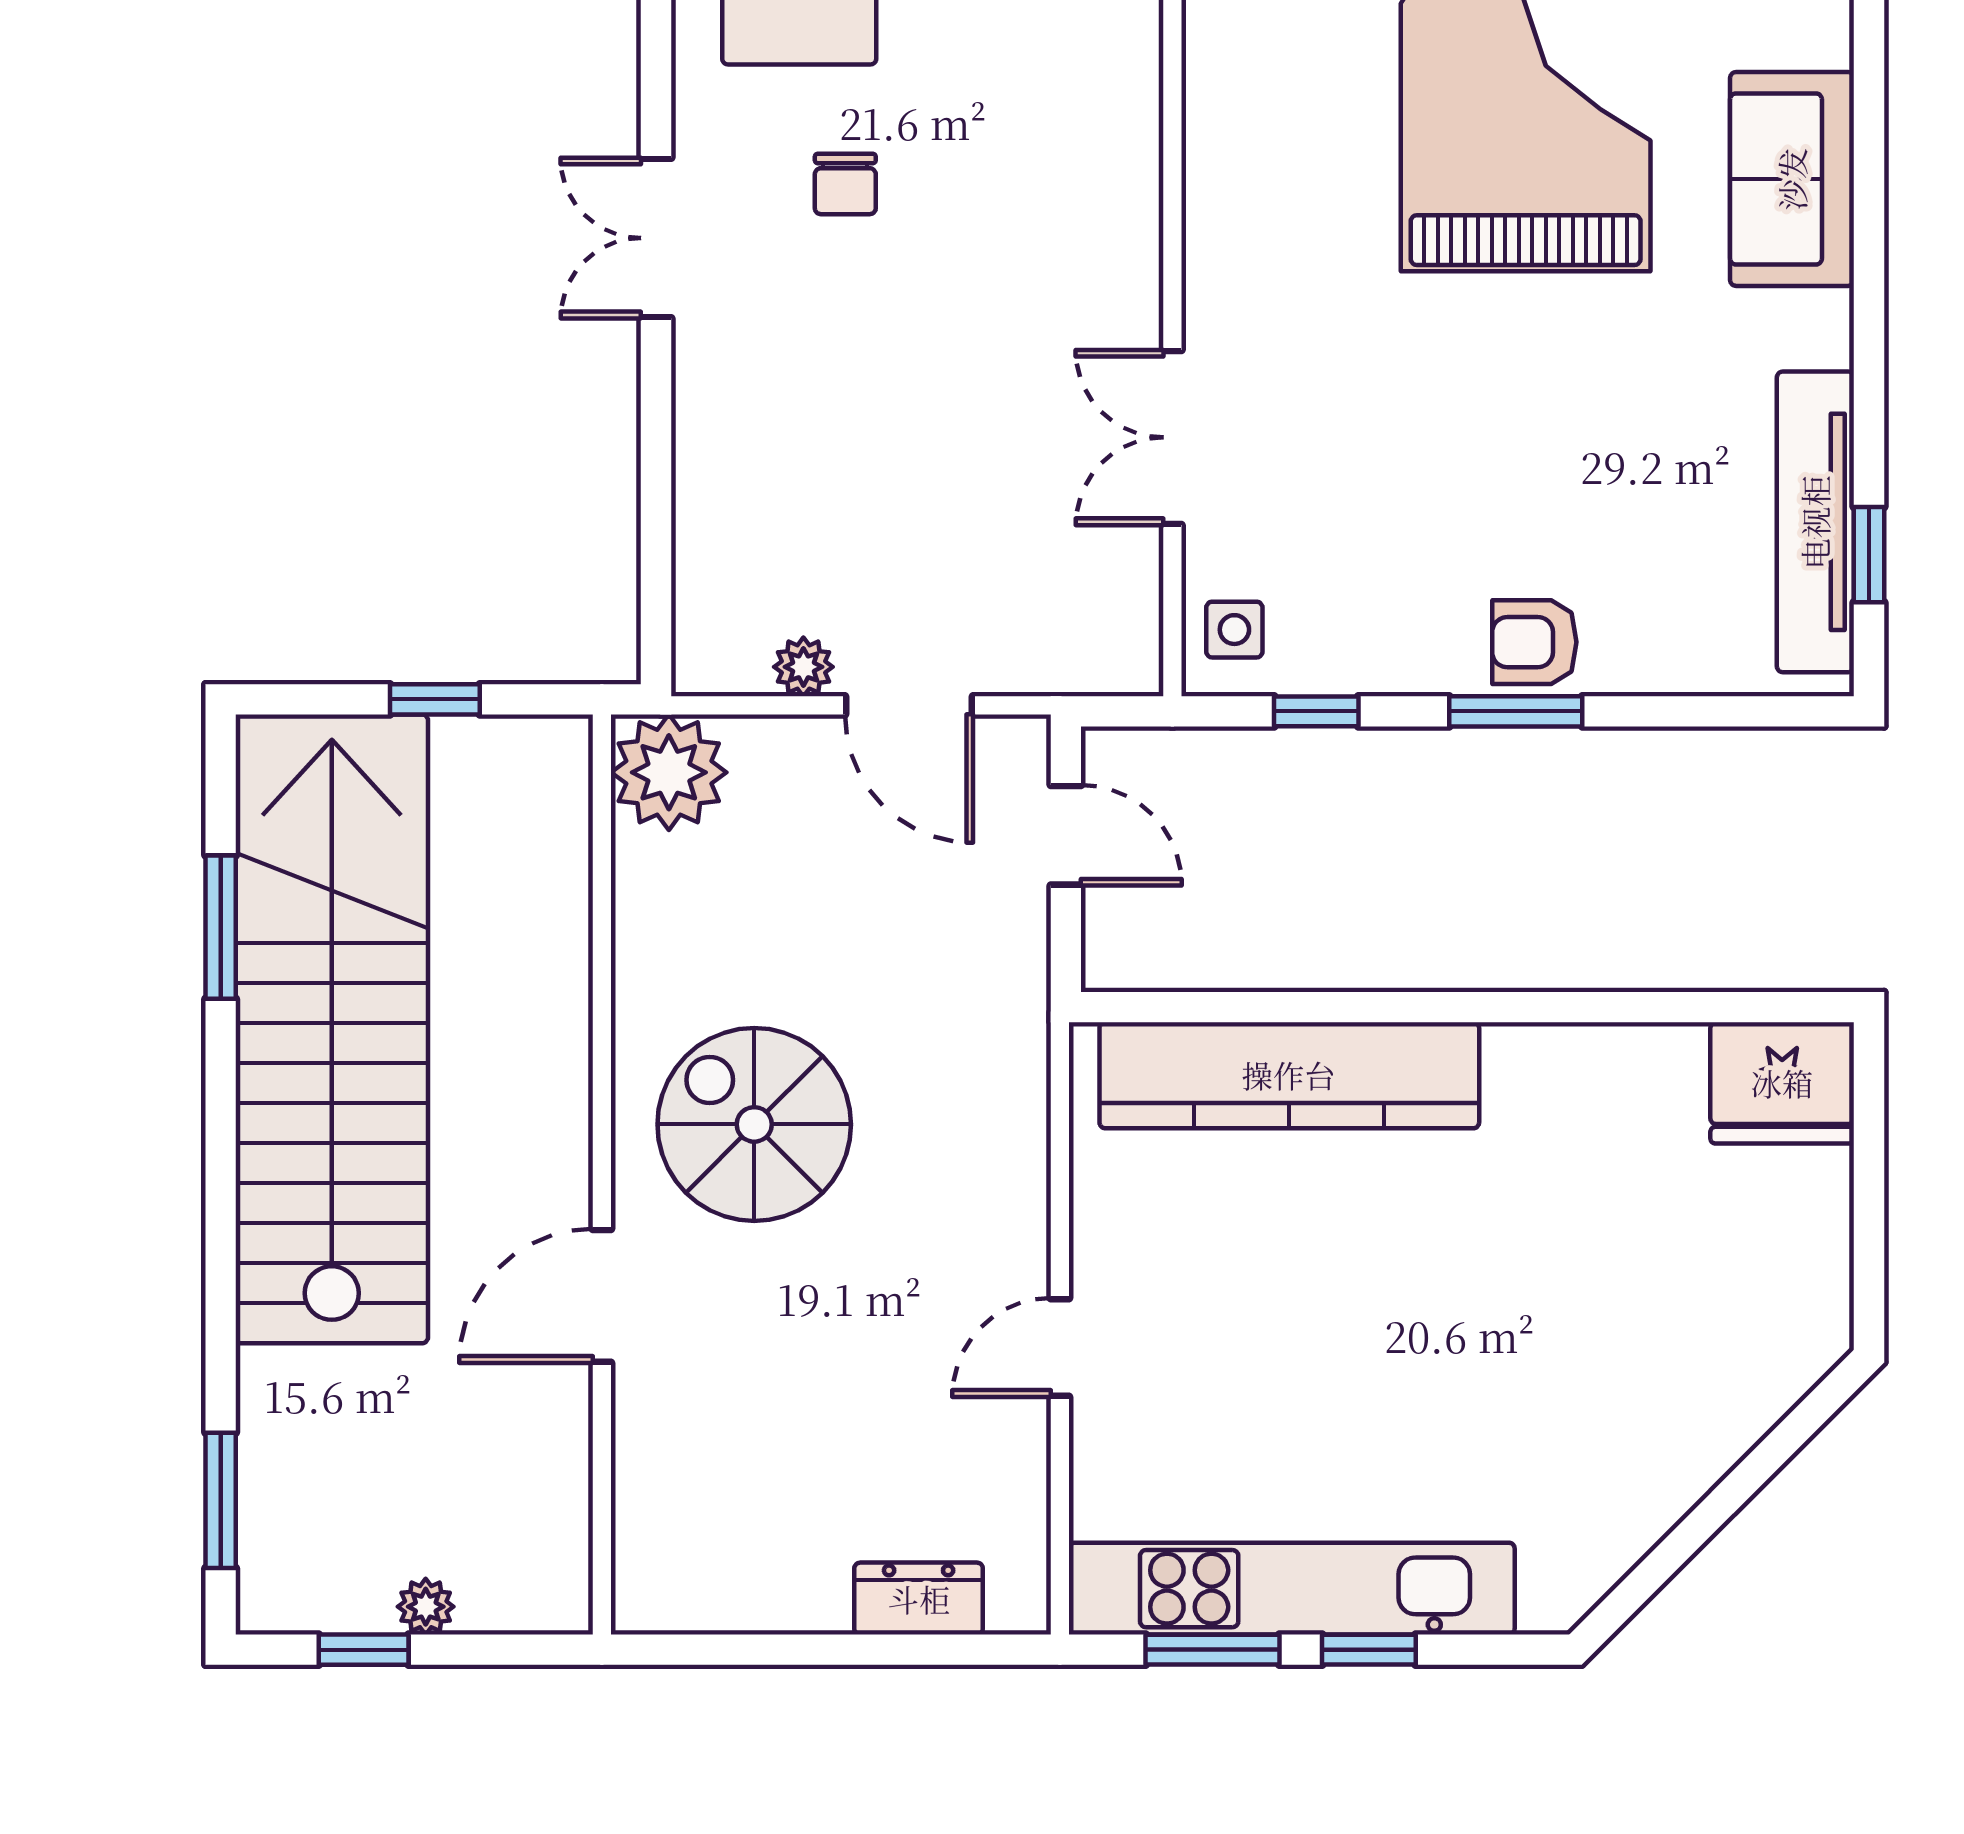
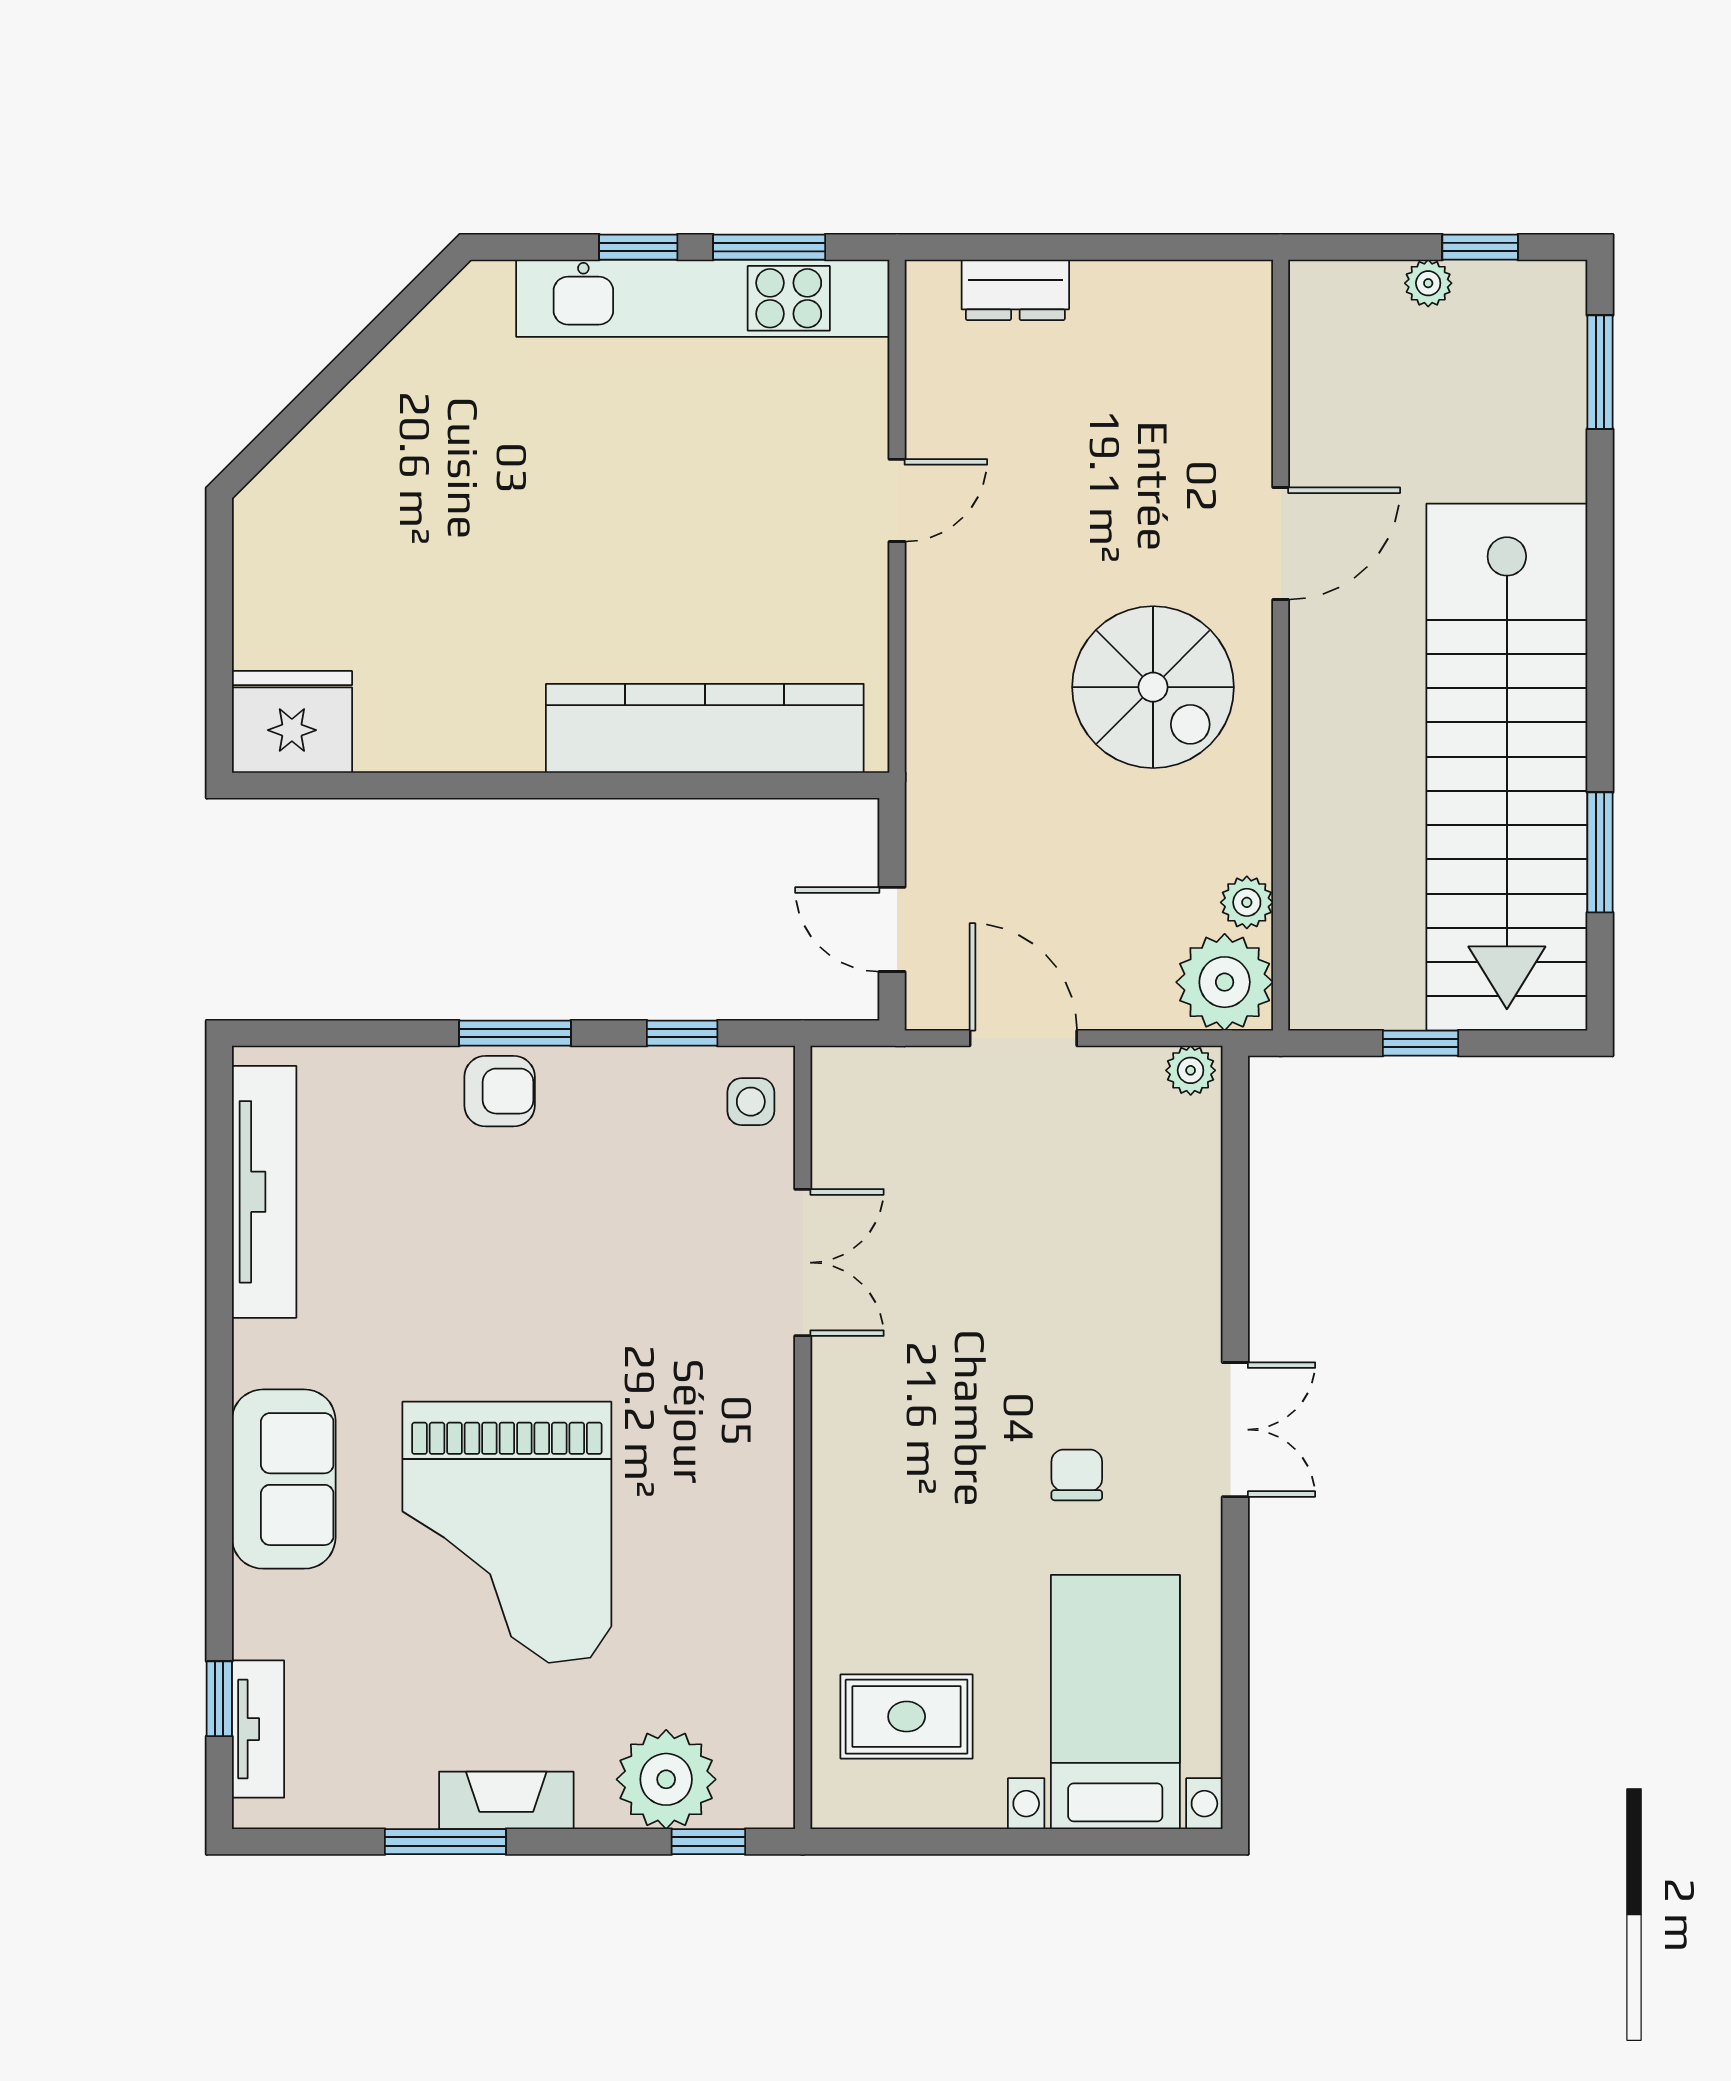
window: (1869, 555) -> (219, 1164), removed
plant: (803, 667) -> (1191, 1070), moved
plant: (642, 867) -> (1247, 902), added

